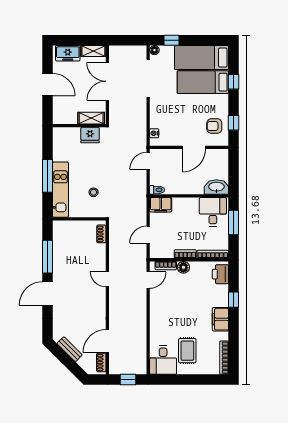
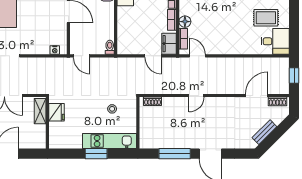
window: (48, 176) -> (96, 154), width x0.69
filing cabinet: (161, 205) -> (169, 44), moved, turned 180
door: (107, 341) -> (257, 96), swing flipped

